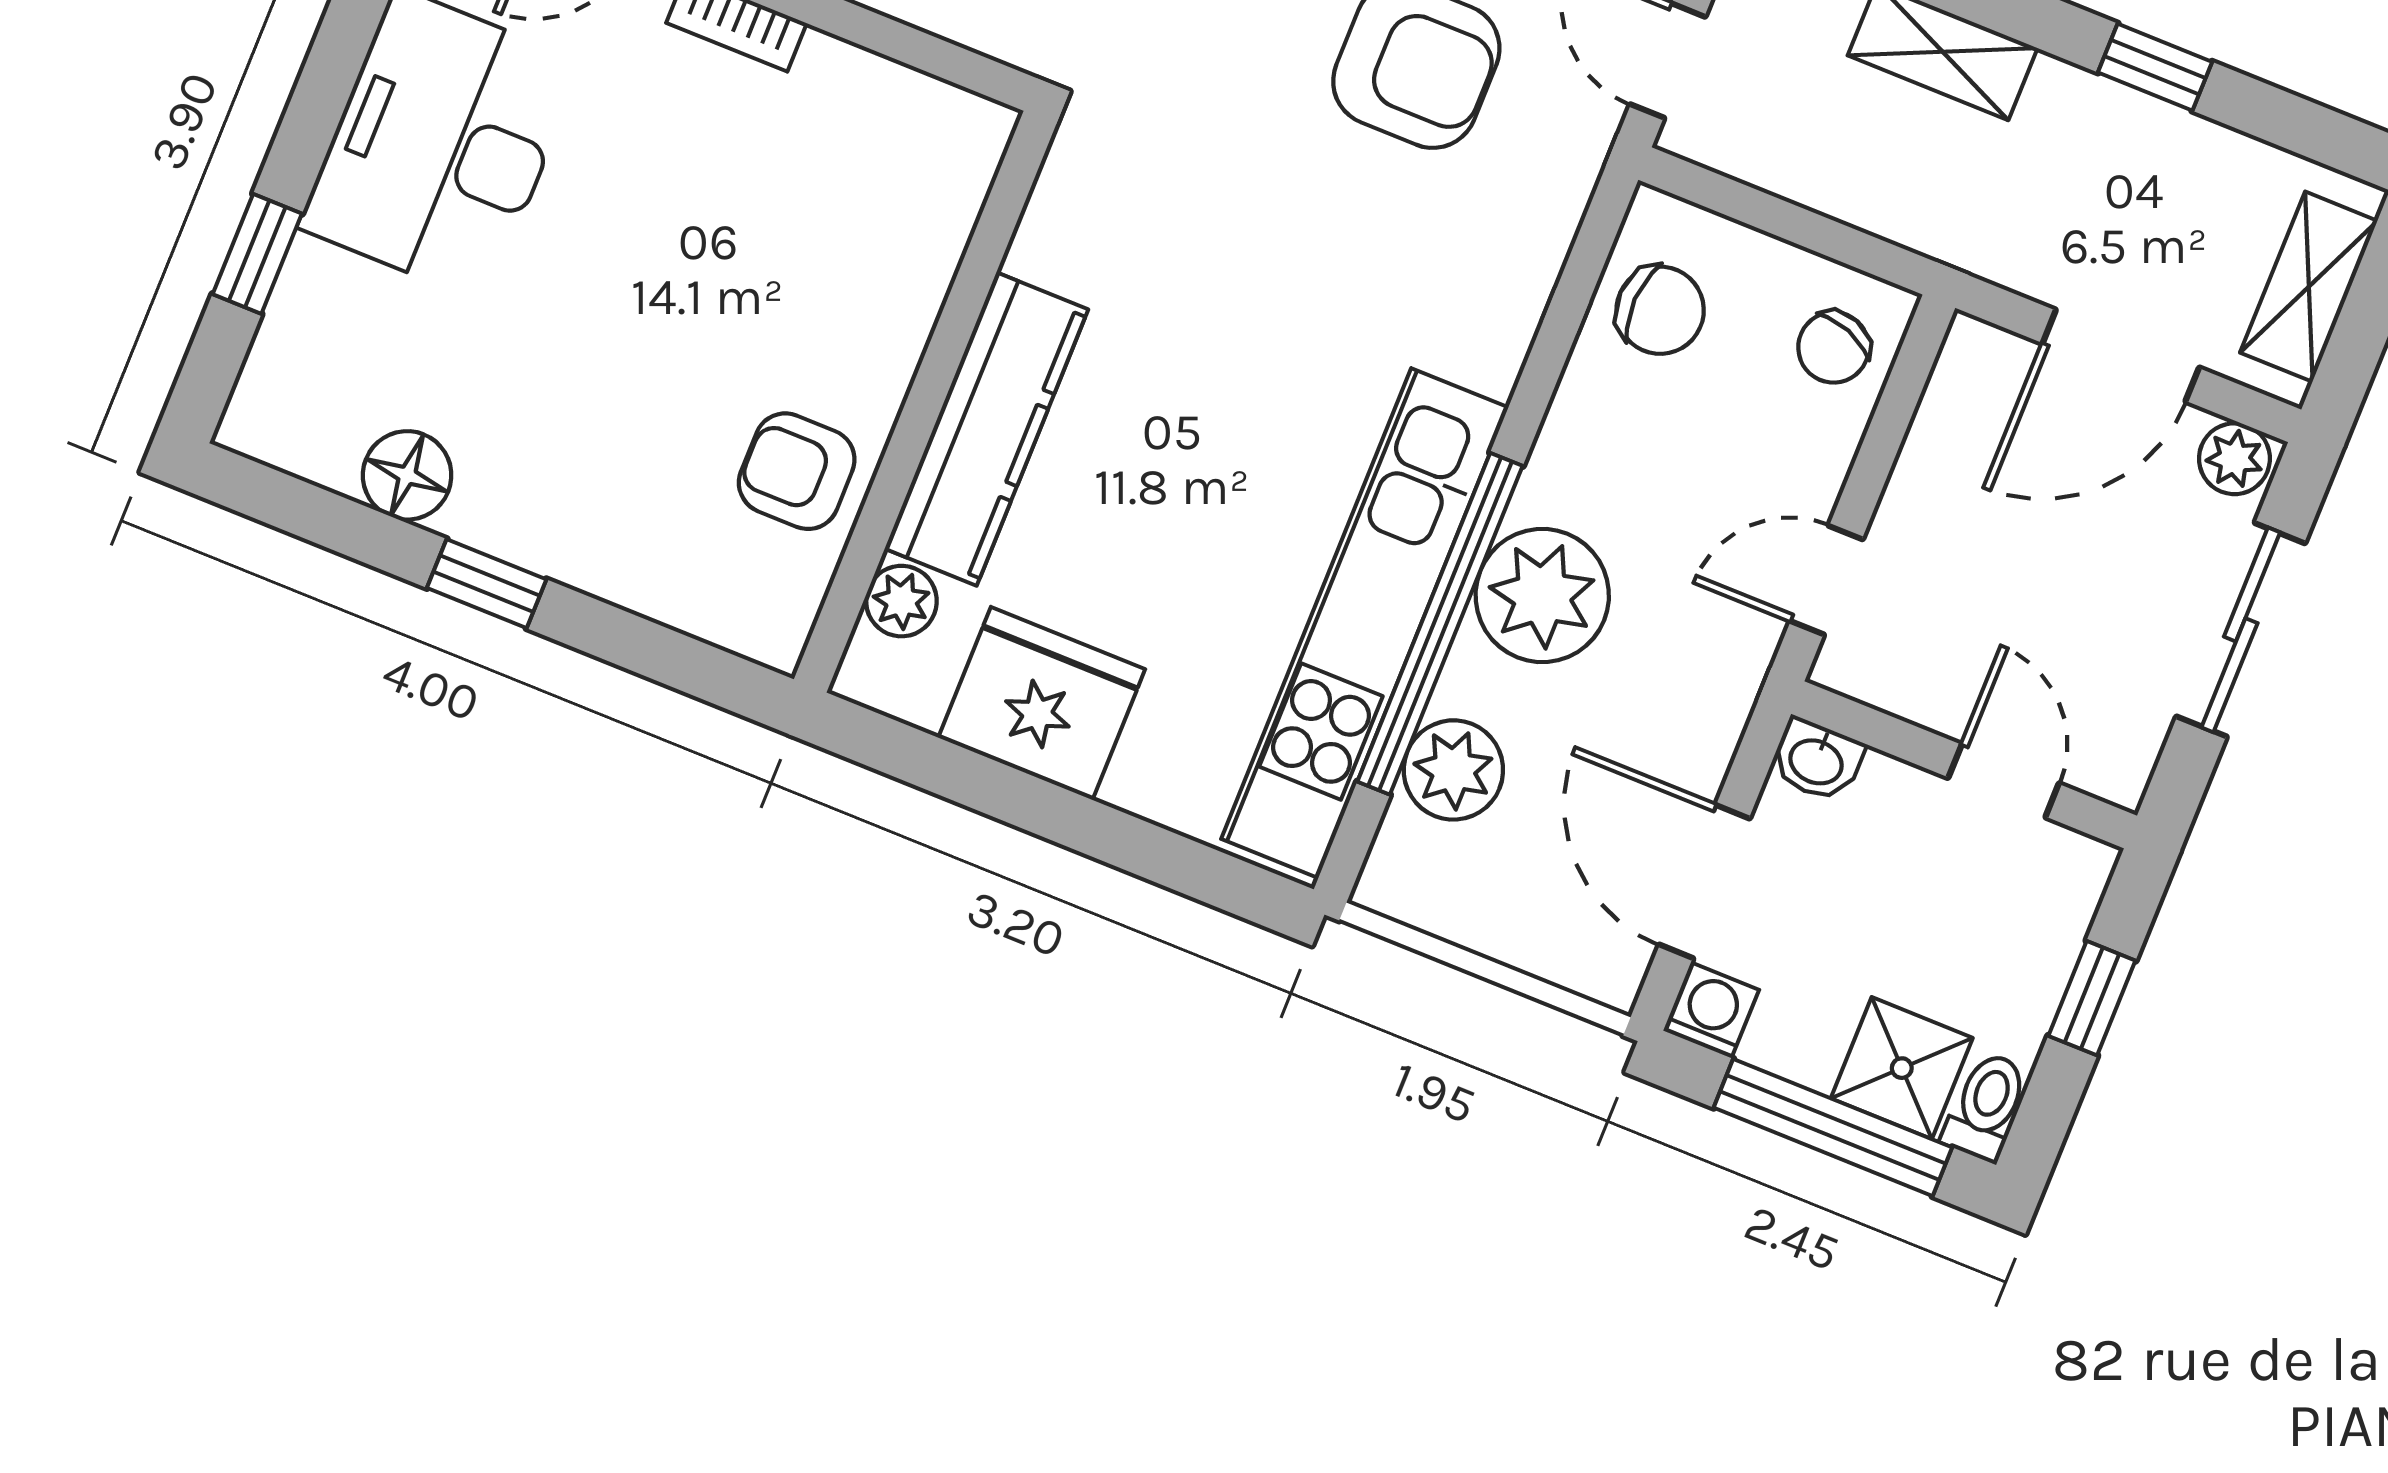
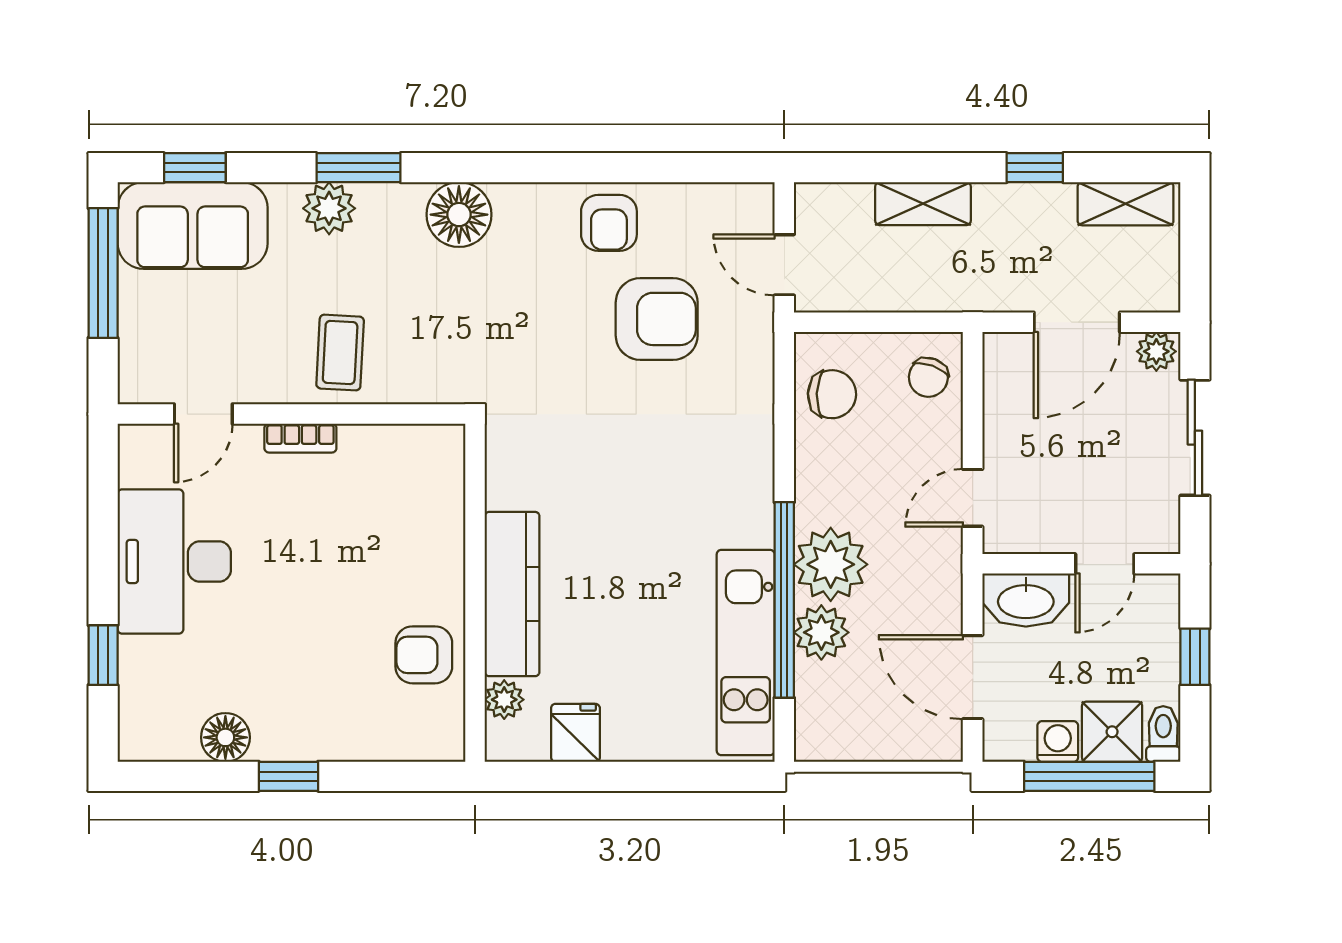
shelving: (2309, 287) -> (1126, 204), moved, turned 90
kitchen unit: (1365, 623) -> (746, 653), width x0.73
fridge: (1042, 703) -> (575, 733), width x0.53, depth x0.75
washbasin: (1817, 760) -> (1026, 600), width x1.91, depth x1.45
plant: (1453, 770) -> (821, 632), moved
door: (2004, 781) -> (1105, 564), swing flipped
washing machine: (1711, 1010) -> (1058, 742), moved

